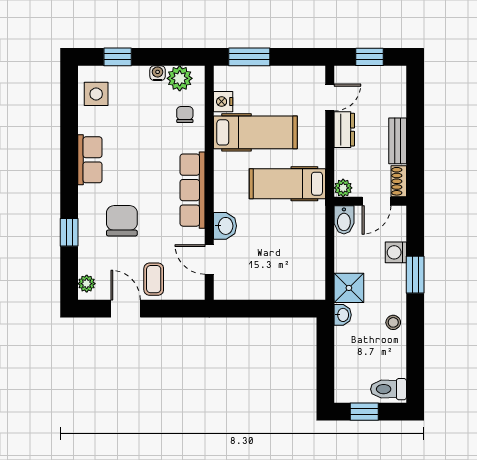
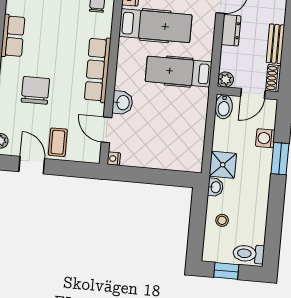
nightstand: (221, 292) -> (114, 159), added
stool: (393, 322) -> (222, 220), moved

